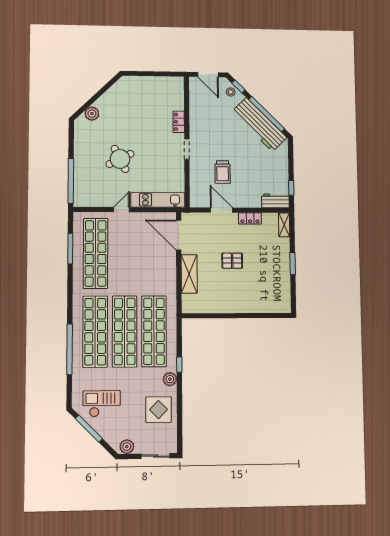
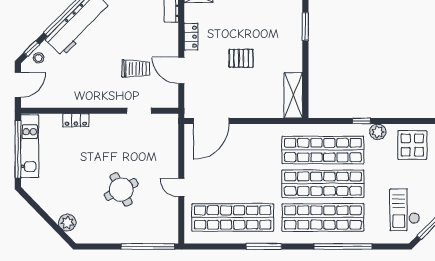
window: (154, 74) -> (18, 149), added
doorway: (187, 149) -> (139, 111), moved
kitchen unit: (158, 200) -> (30, 146), moved, turned 180
door: (221, 210) -> (181, 70), hinge flipped
window: (70, 249) -> (264, 247), moved
pallet: (232, 261) -> (241, 58), turned 90
shelving: (189, 274) -> (293, 95), moved, turned 90
window: (260, 315) -> (305, 26), added

